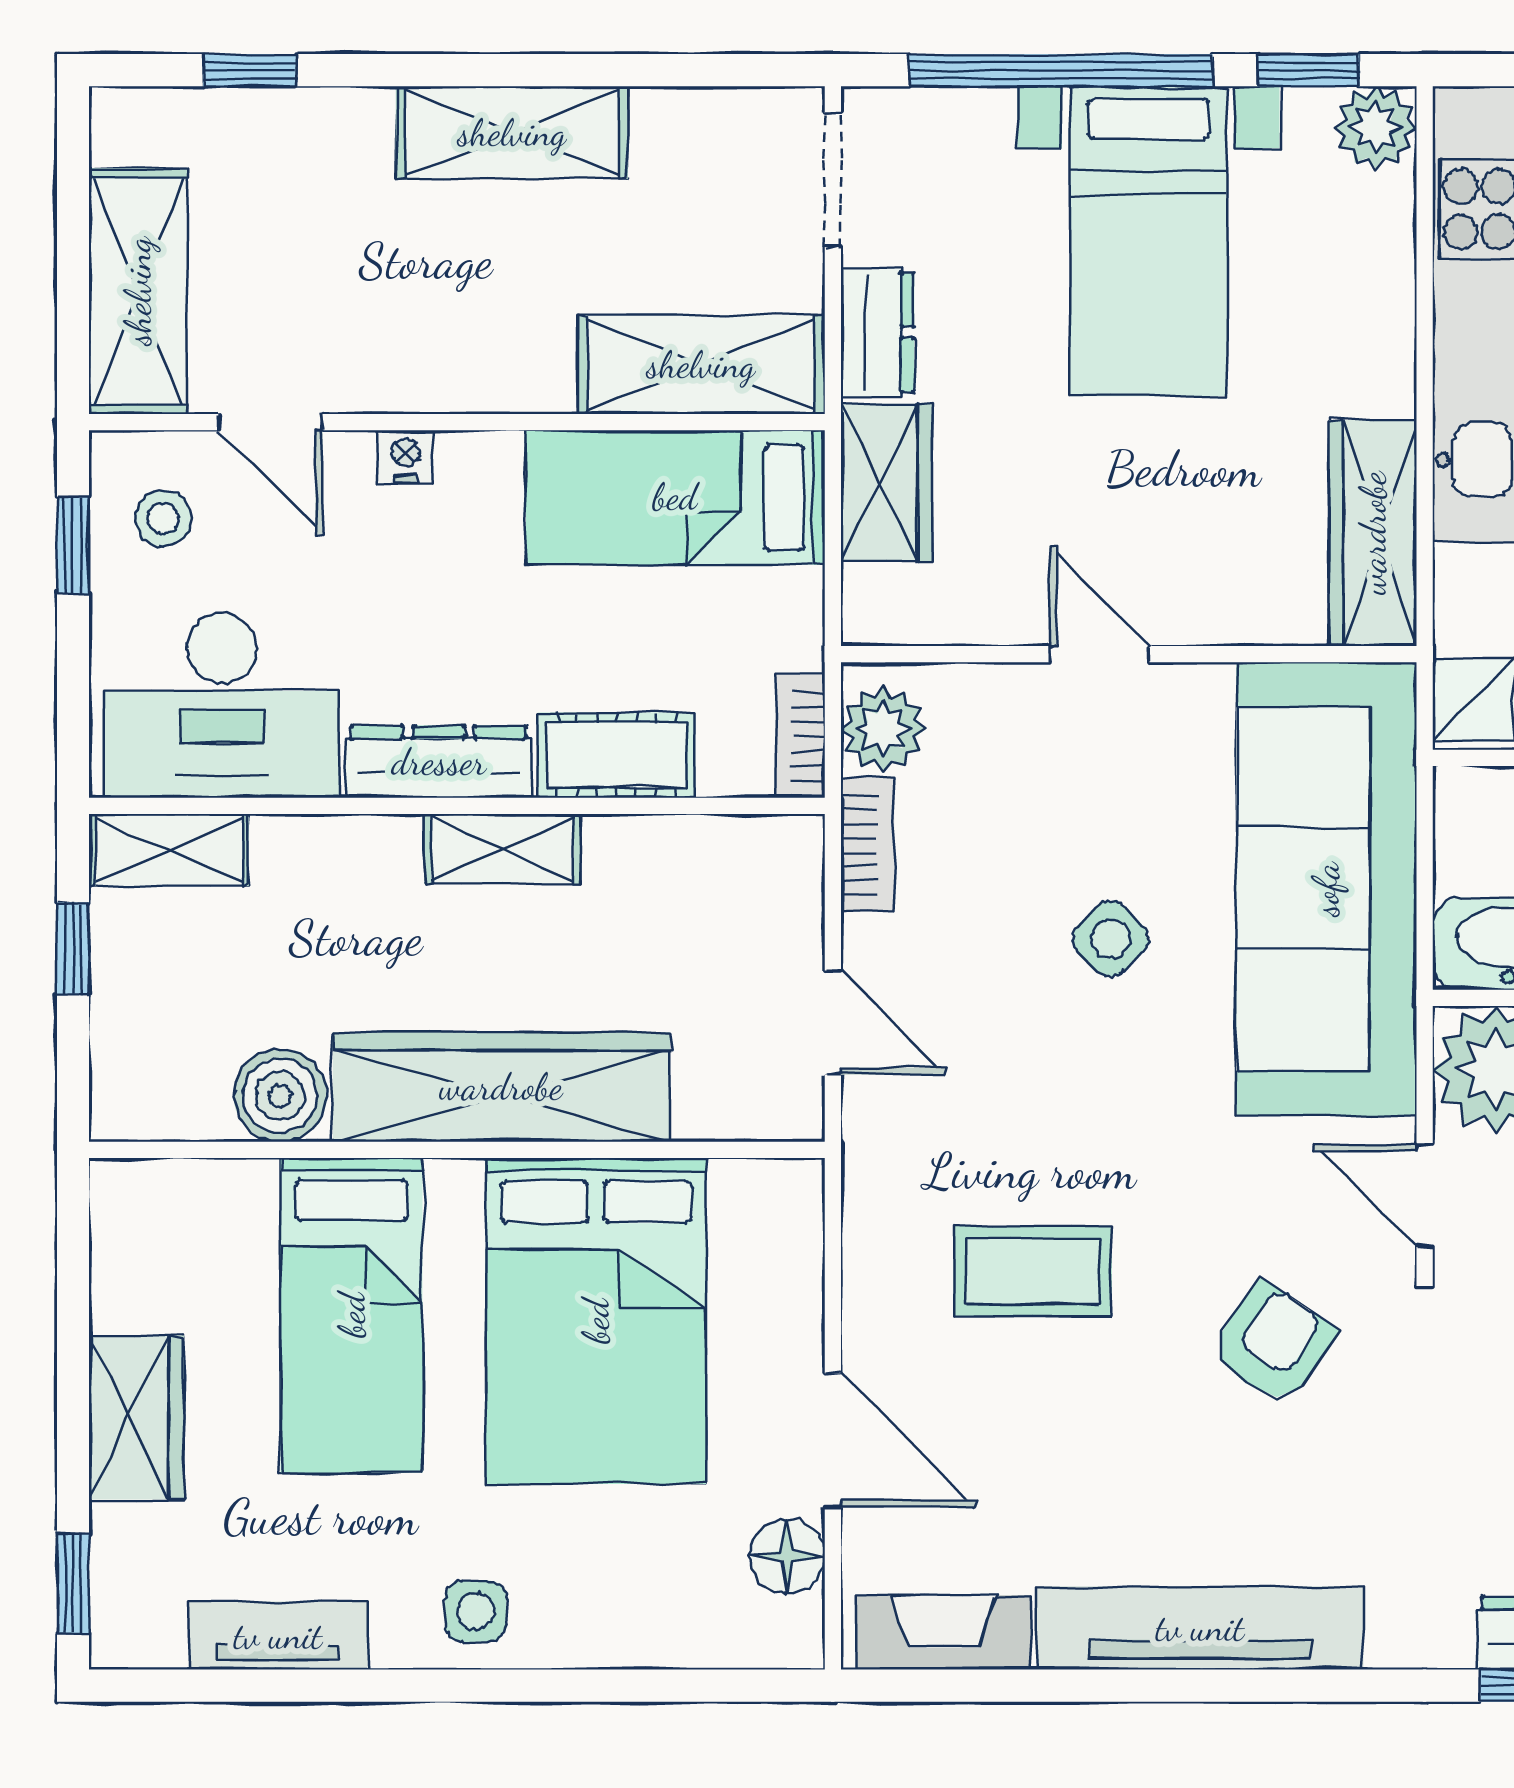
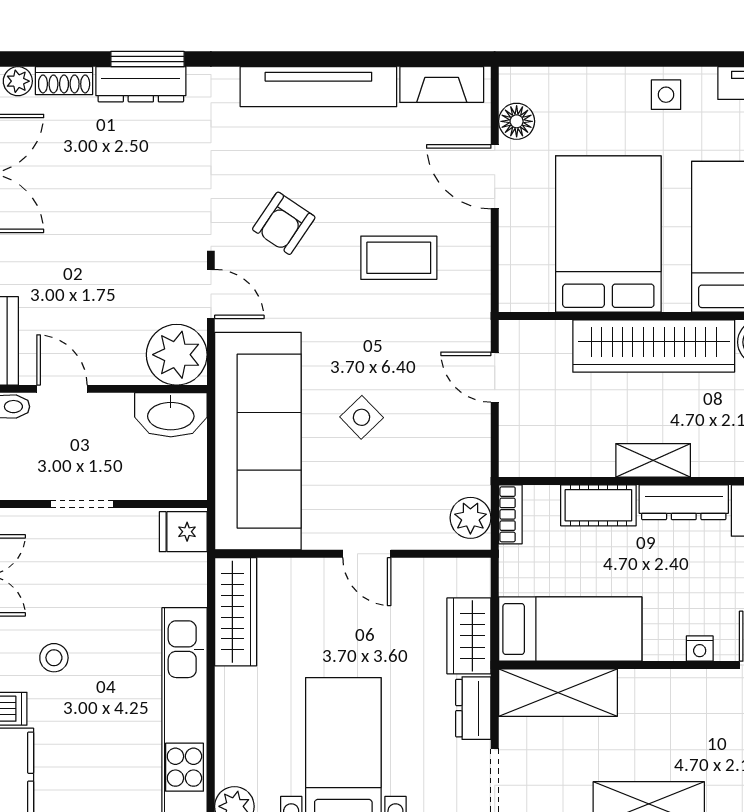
bookcase: (867, 845) -> (478, 462), removed

